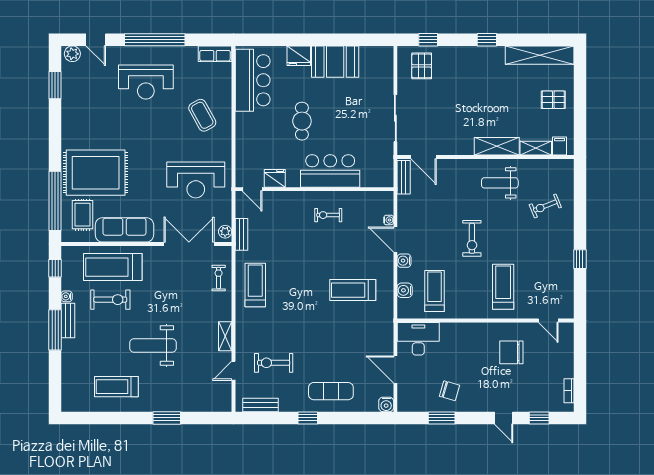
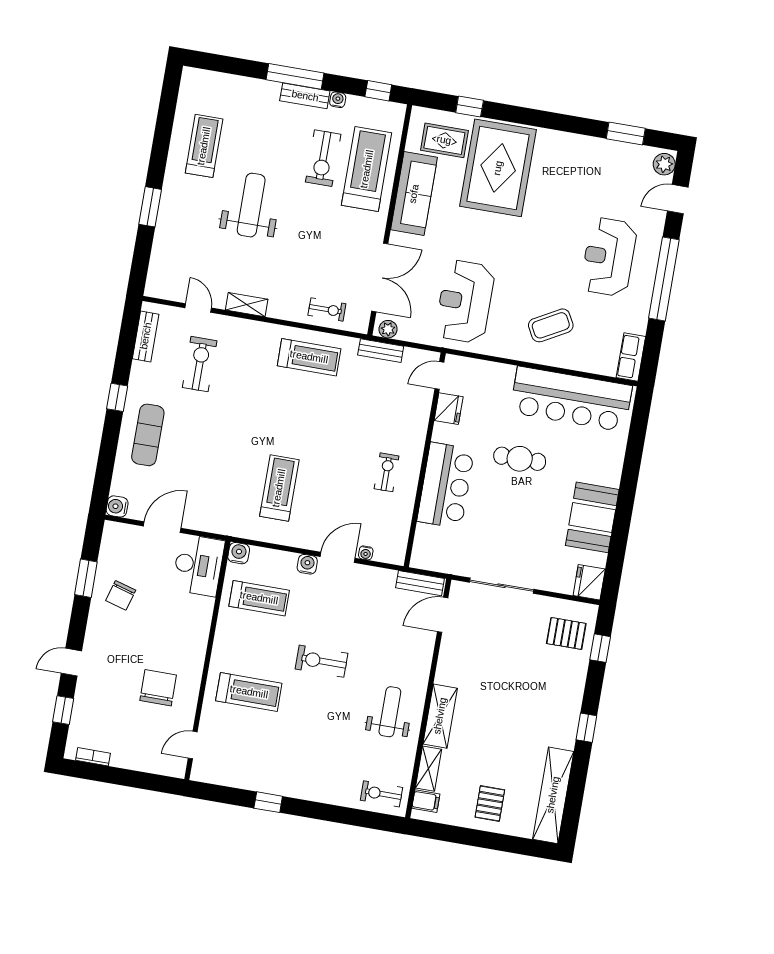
fridge: (299, 56) -> (589, 582), moved
bar counter: (253, 80) -> (571, 399), width x1.36
window: (55, 201) -> (470, 107), width x0.32
exercise bike: (545, 206) -> (381, 794), moved, turned -68
water cooler: (405, 290) -> (239, 553), moved

